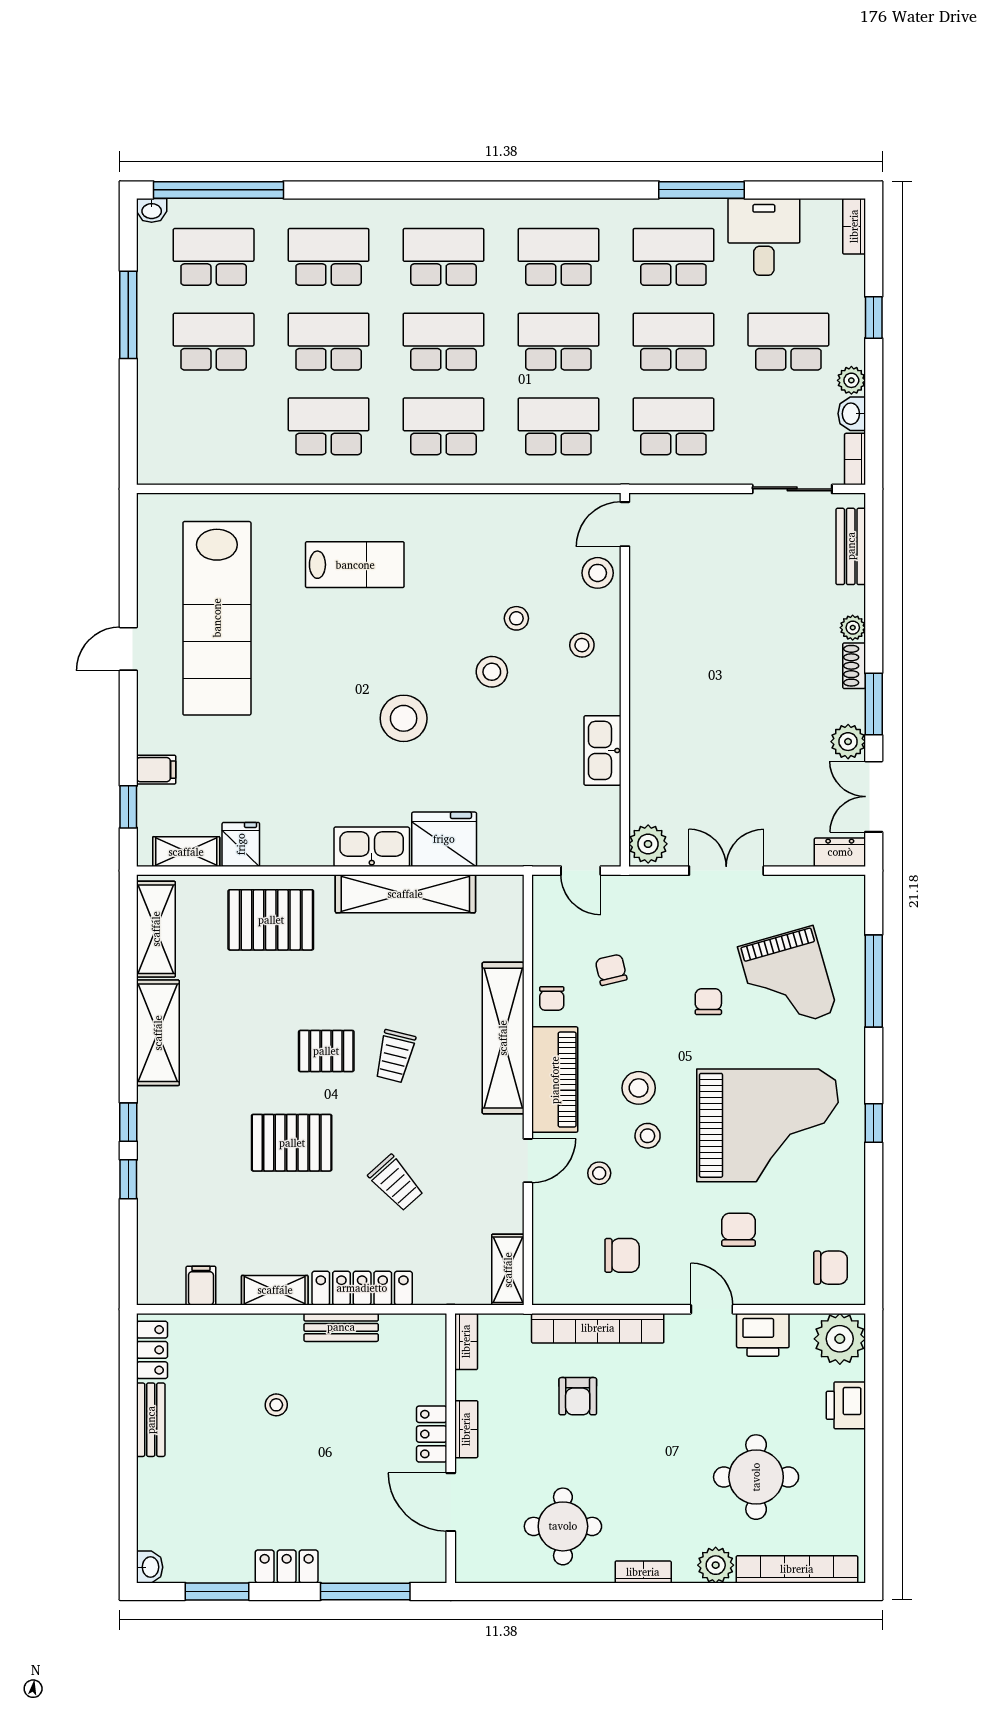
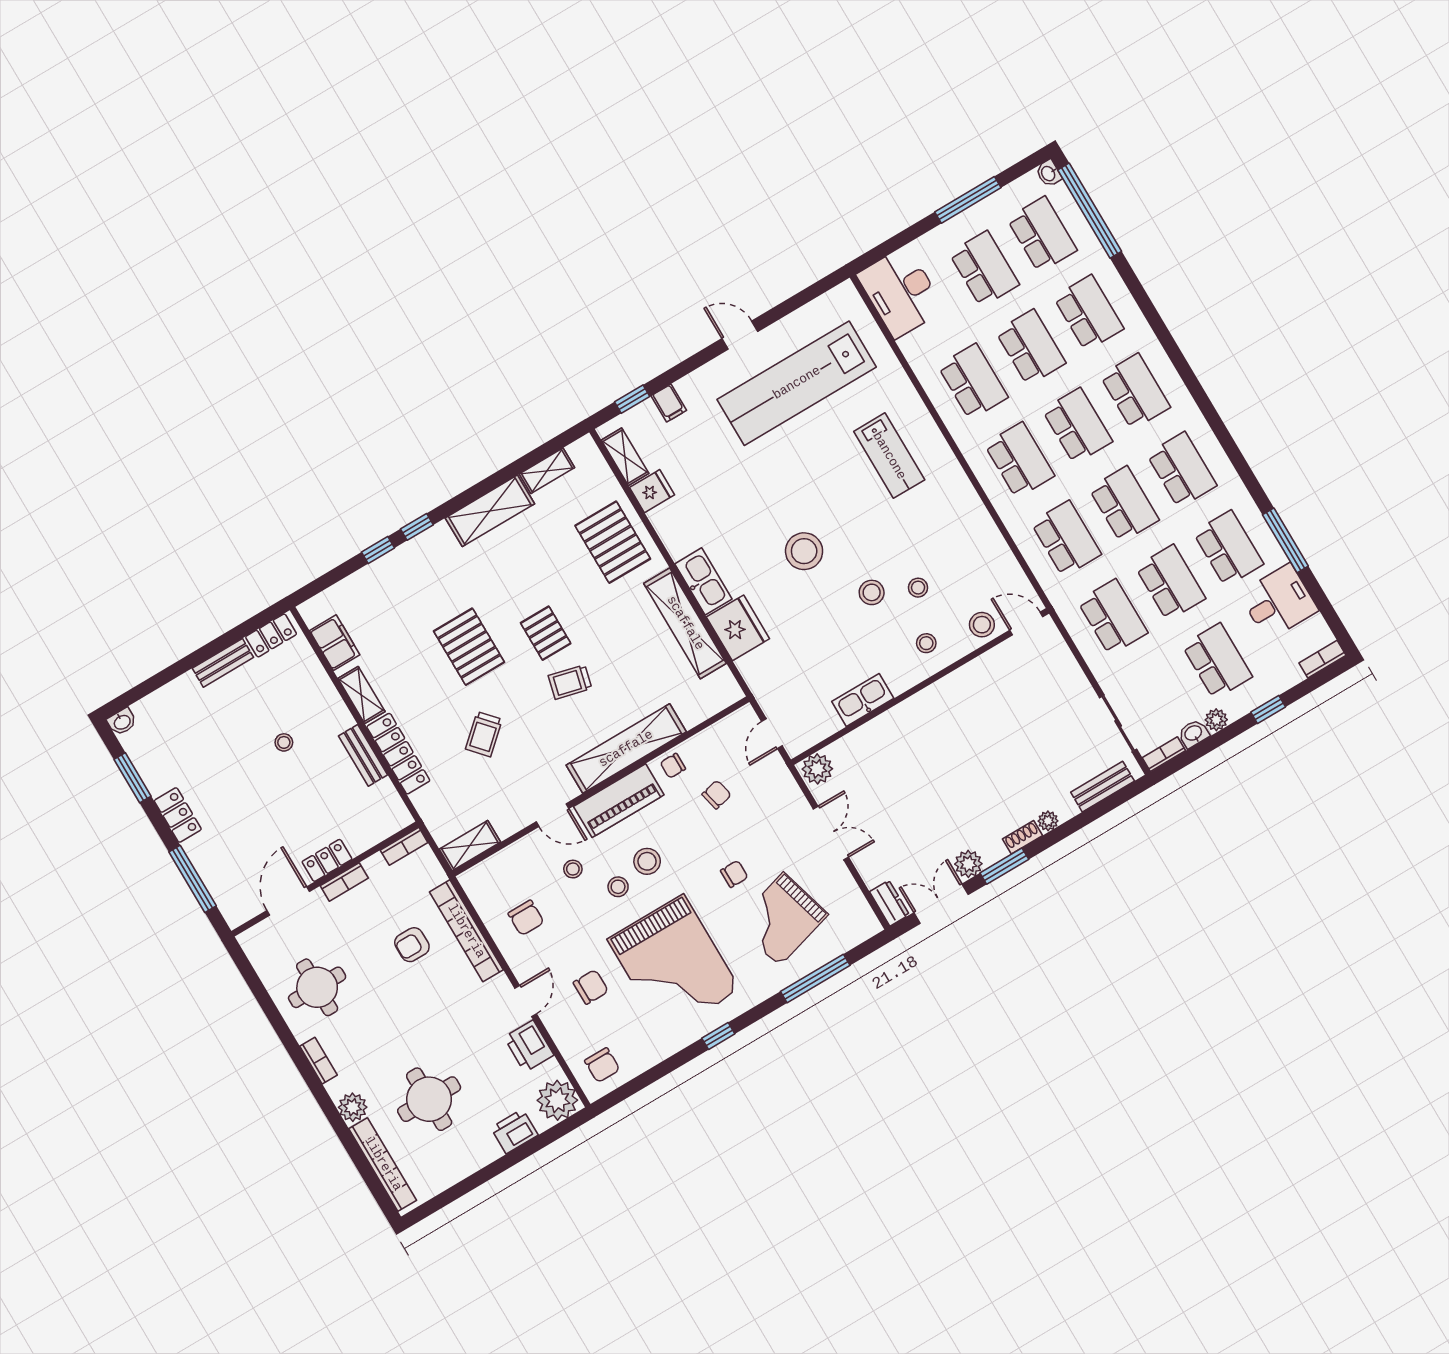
desk: (185, 447) -> (901, 292), added
shelving: (156, 929) -> (547, 471), width x0.67, depth x0.75
filing cabinet: (201, 1286) -> (335, 643), width x2.00

